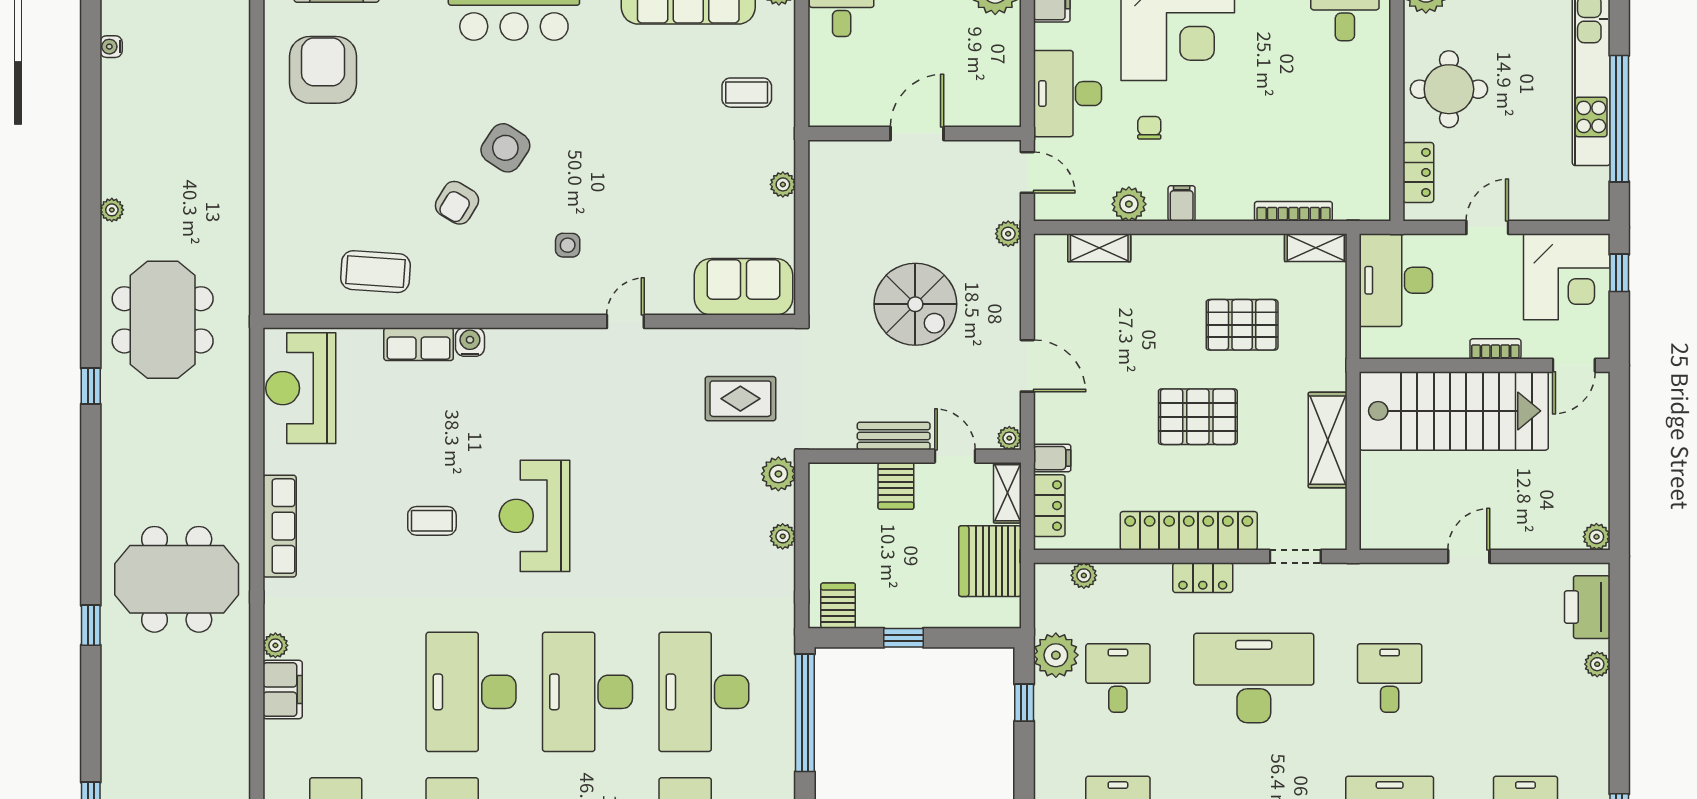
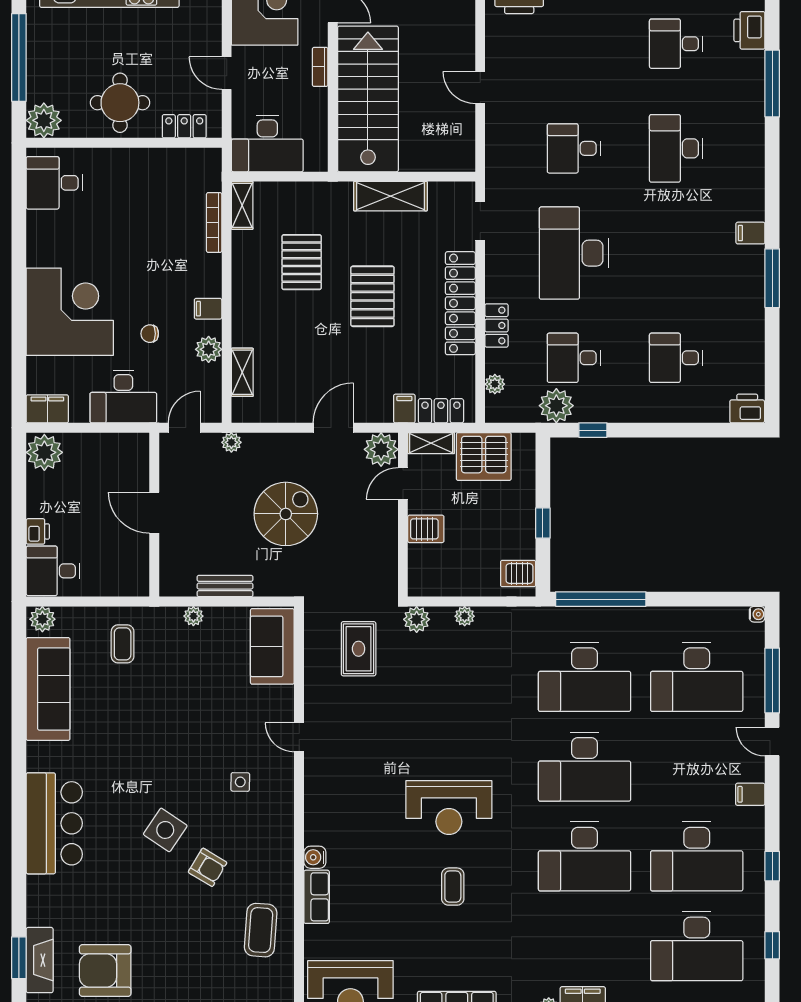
bench: (894, 436) -> (225, 586), moved, turned 90
plant: (1009, 438) -> (381, 449), width x1.88, depth x1.88
locker: (1203, 578) -> (497, 325), moved

